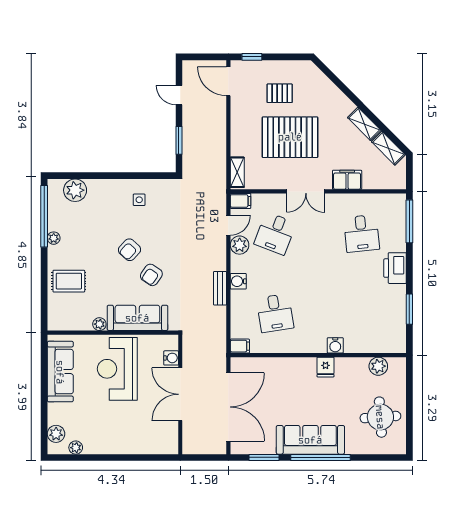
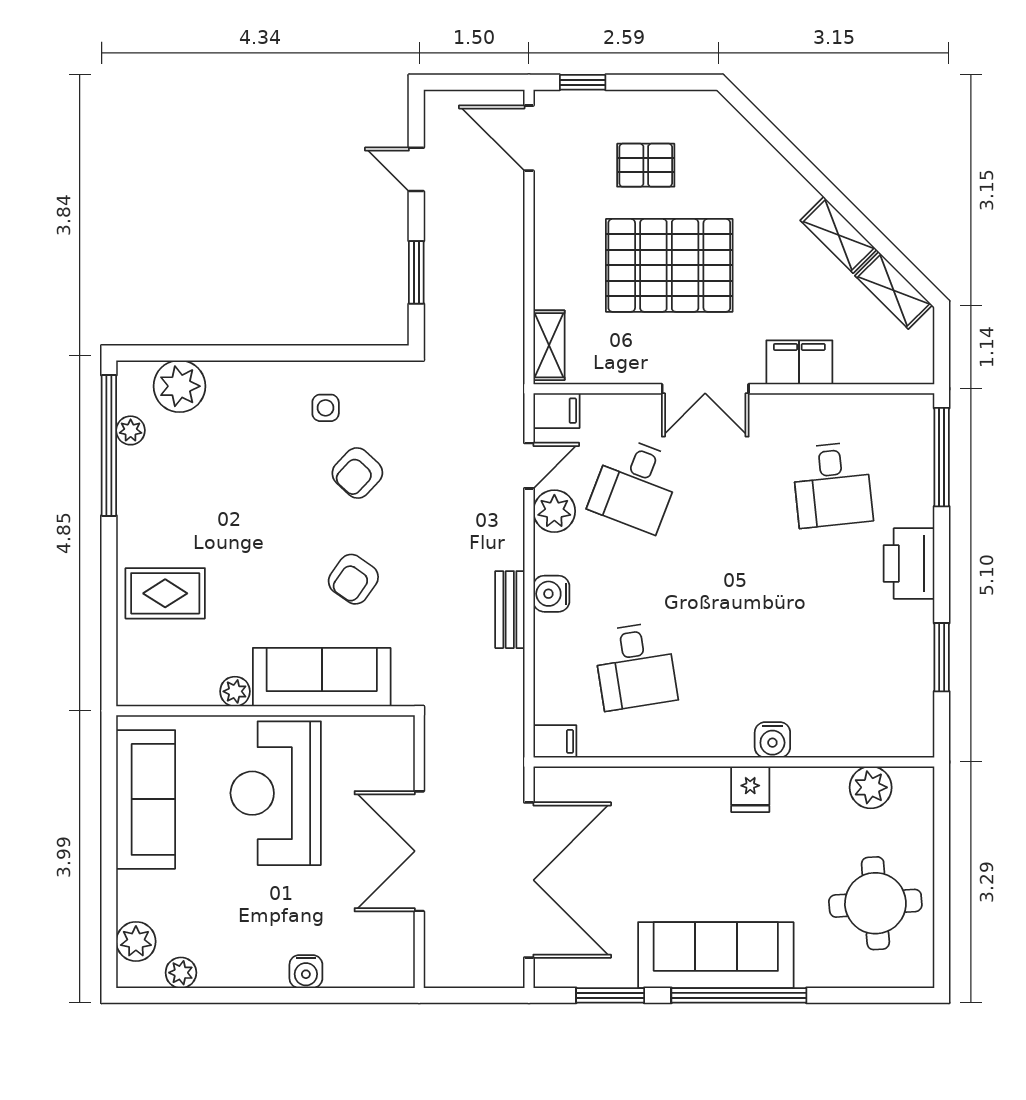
plant: (54, 238) -> (131, 430), moved
armchair: (129, 250) -> (357, 473), moved
water cooler: (171, 358) -> (306, 972), moved, turned 90

